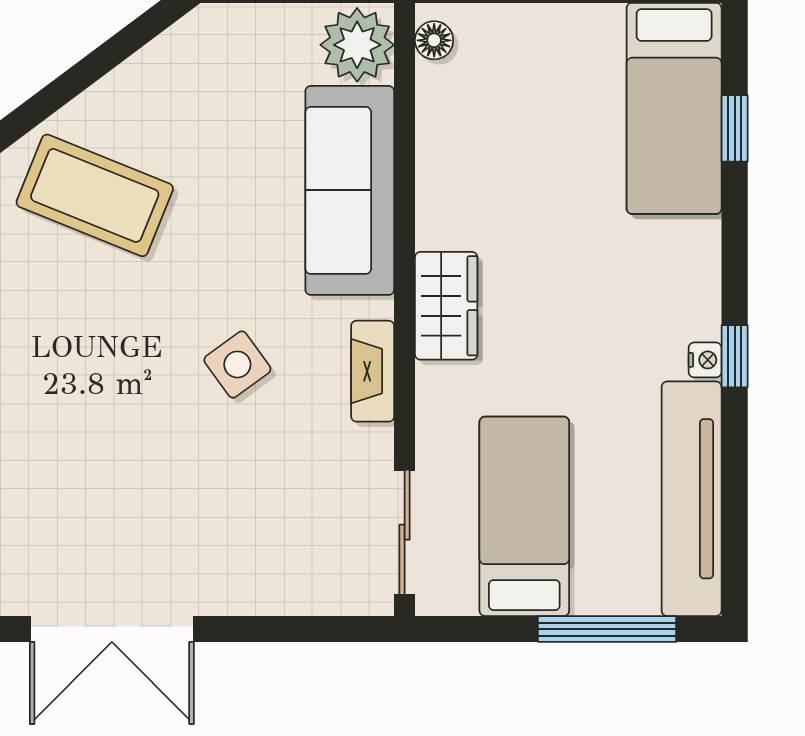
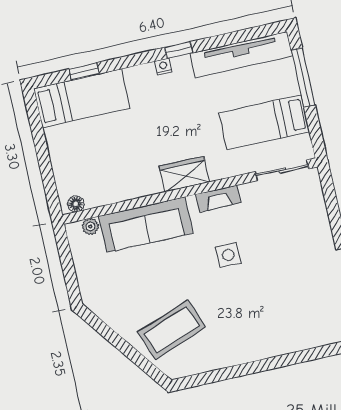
plant: (357, 45) -> (90, 226), width x0.53, depth x0.53
coffee table: (95, 195) -> (172, 330), turned 48
nightstand: (705, 360) -> (163, 66), moved
side table: (237, 364) -> (228, 255), turned 36

